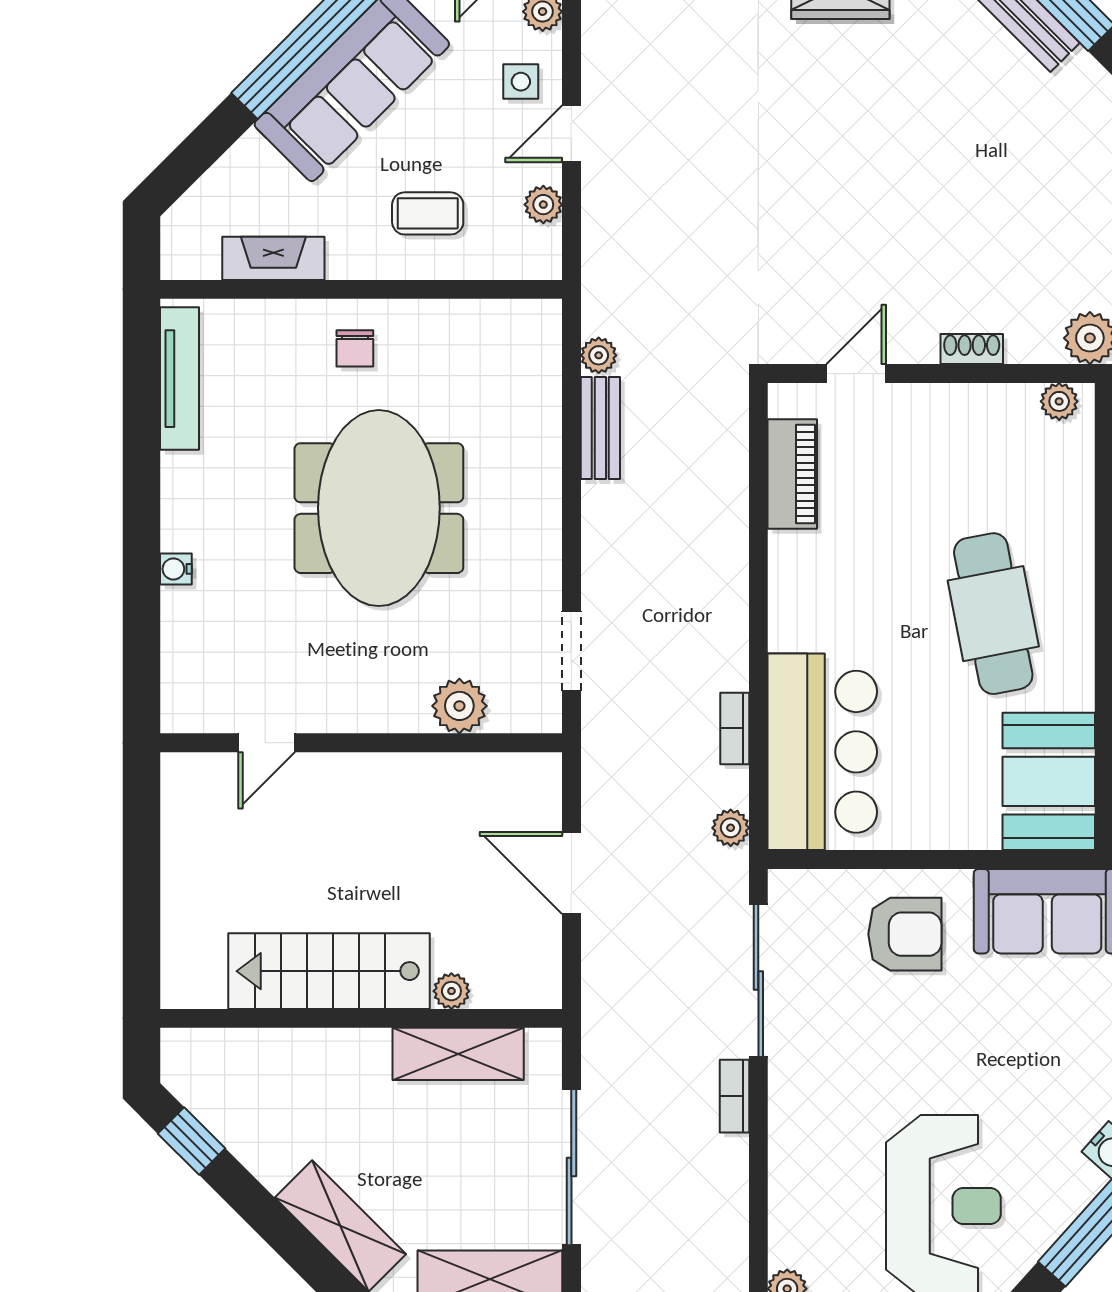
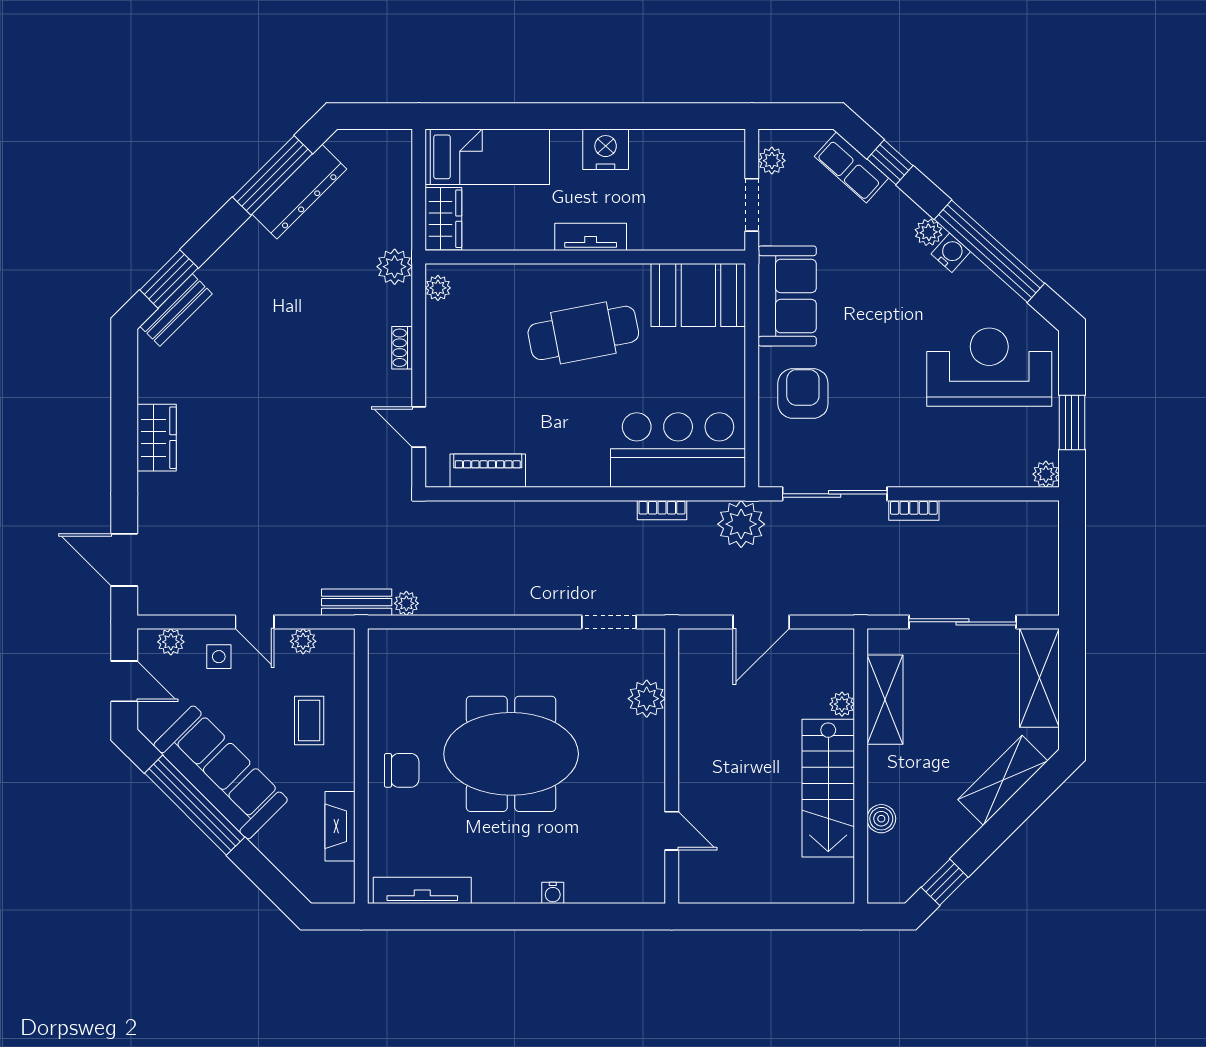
chair: (355, 348) -> (402, 770), width x1.37, depth x1.37
bench: (600, 428) -> (357, 602), moved
plant: (731, 828) -> (741, 524), width x1.87, depth x1.87
boiler: (284, 1048) -> (881, 819), added

